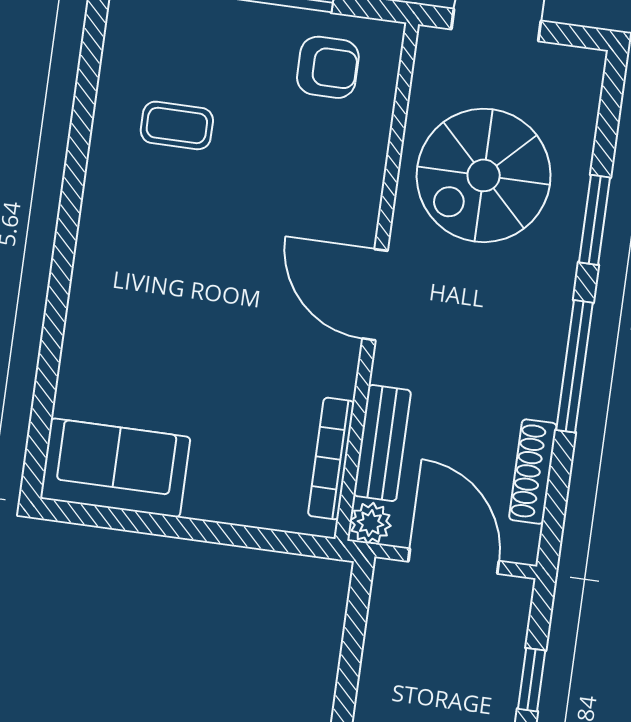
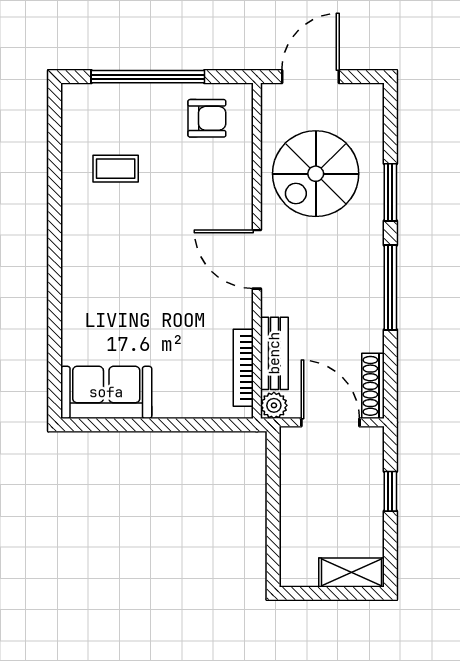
shoe rack: (533, 472) -> (373, 386), moved

